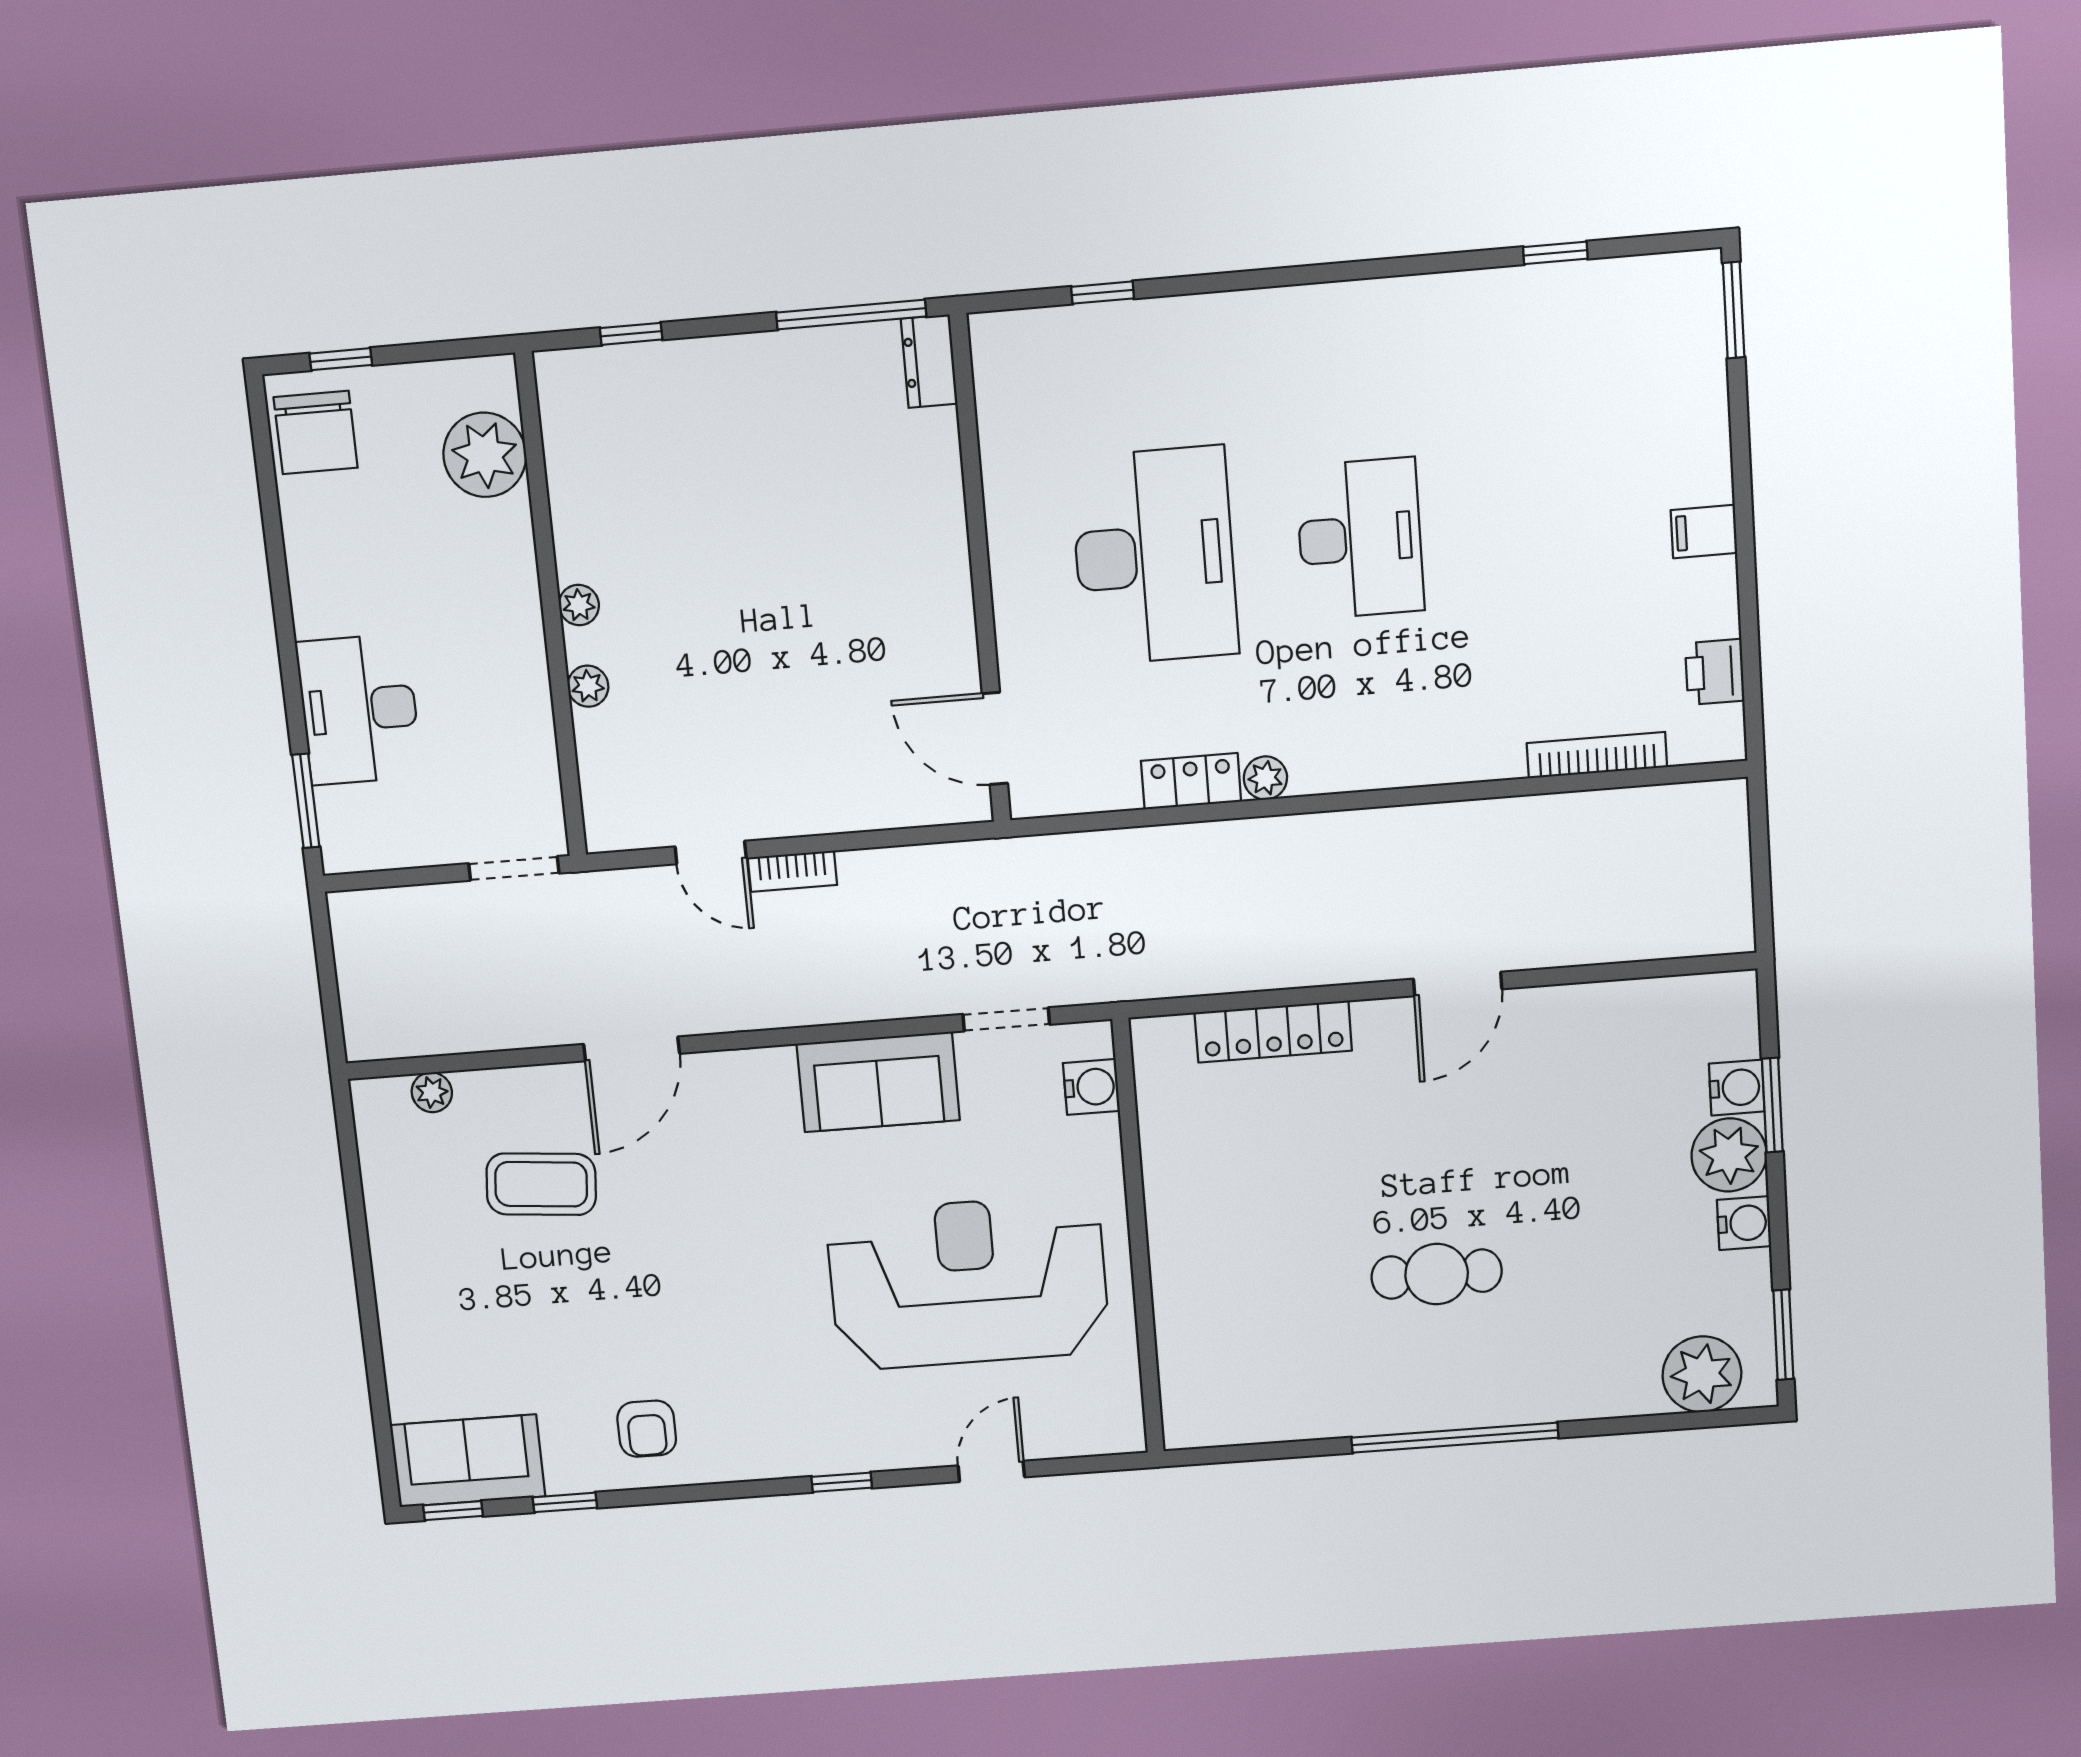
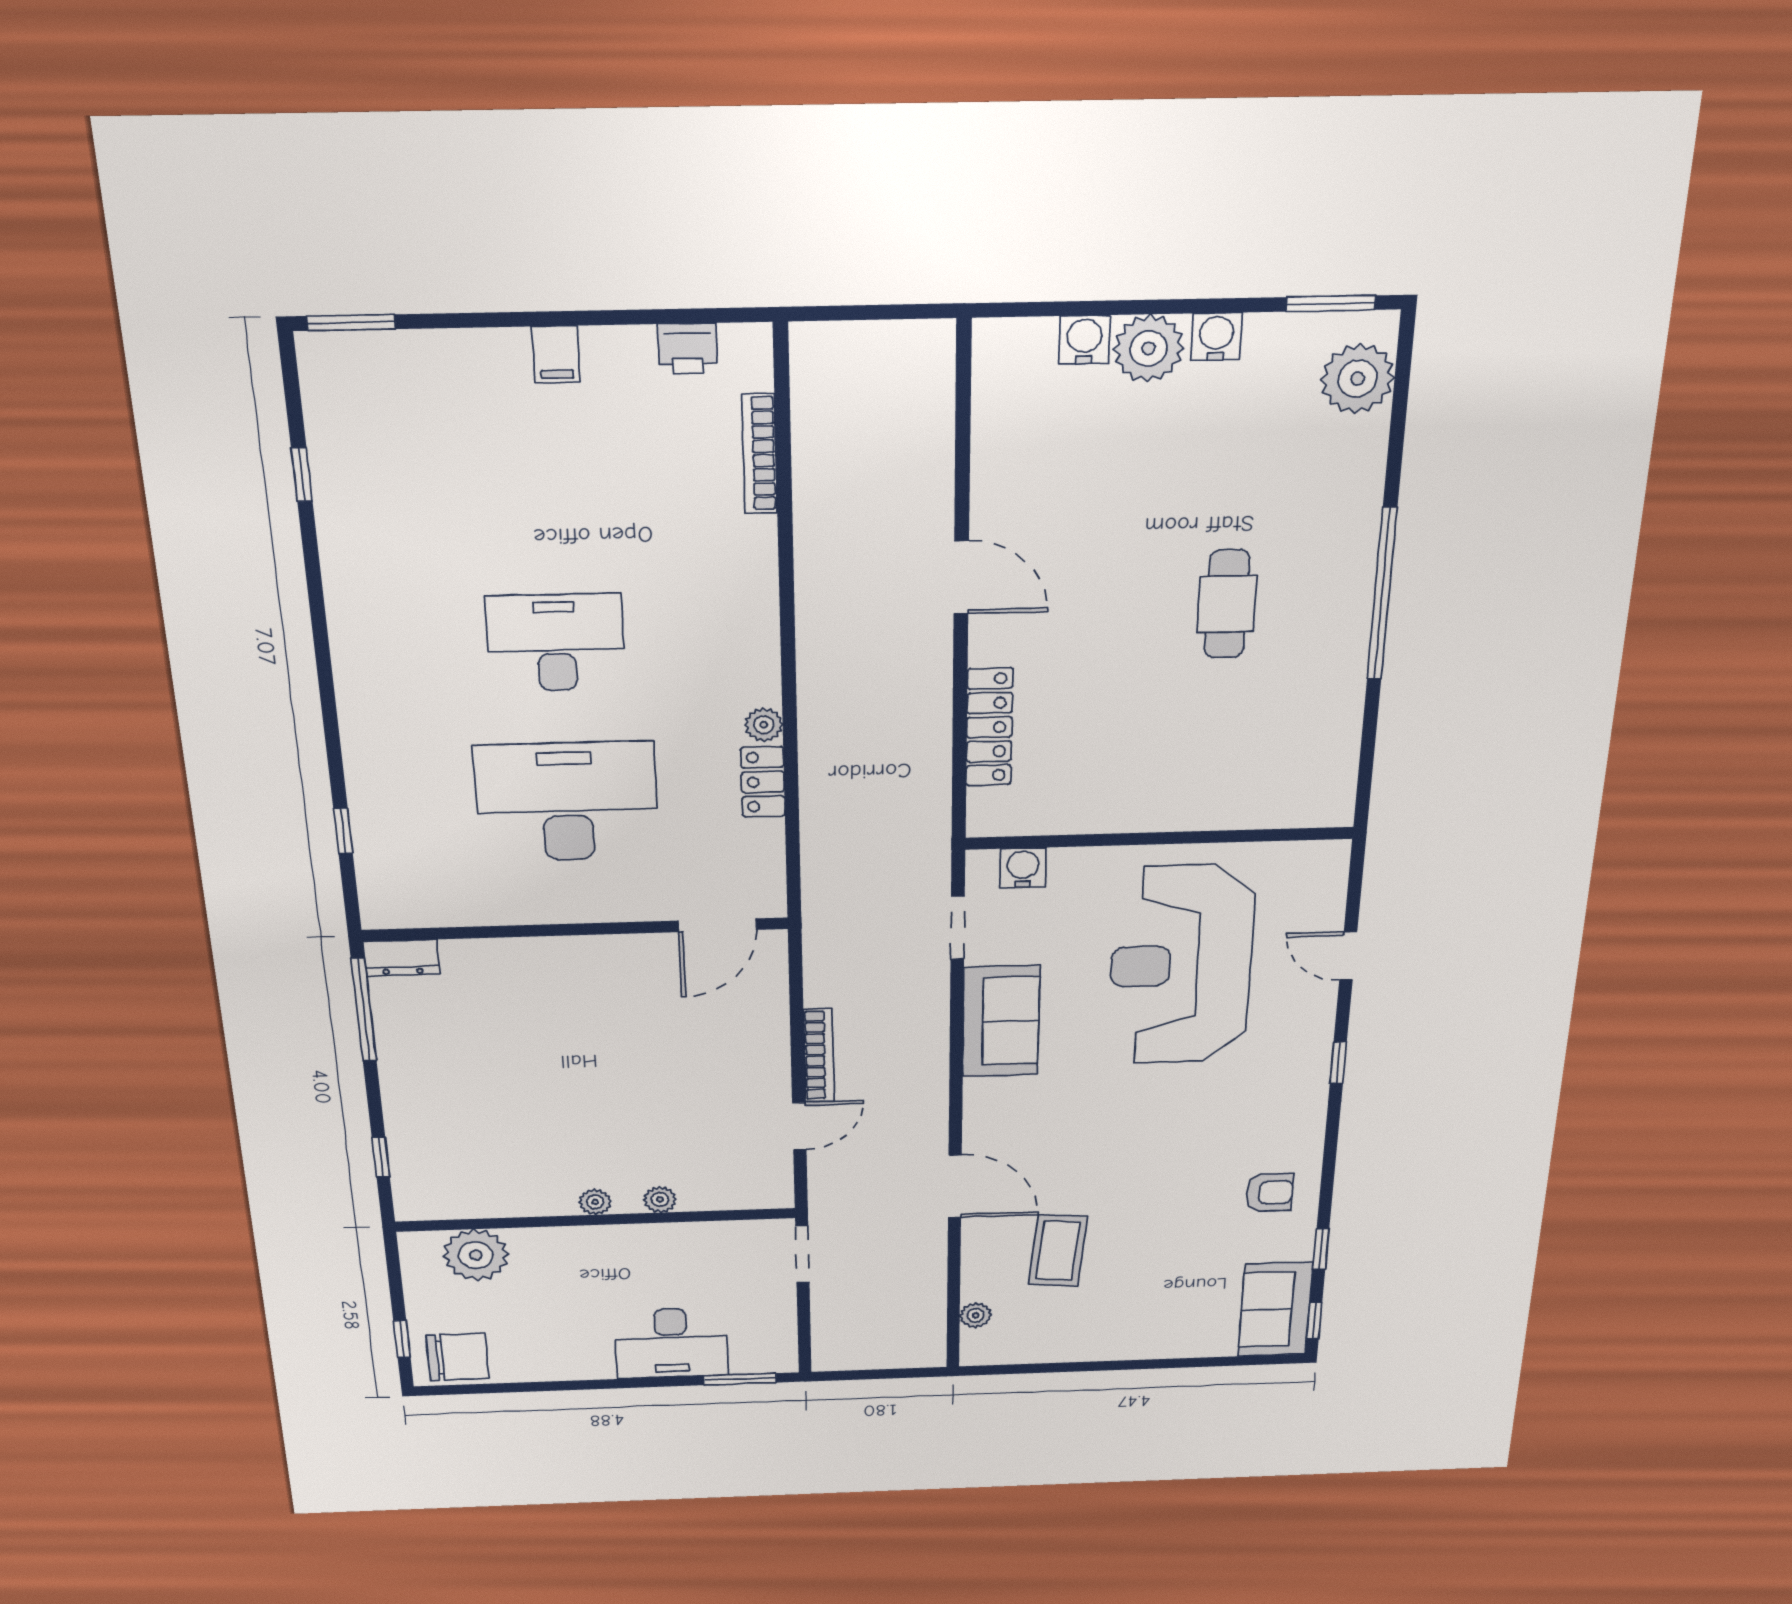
bookcase: (792, 871) -> (819, 1055), width x1.56
window: (1772, 1105) -> (1105, 308), removed

